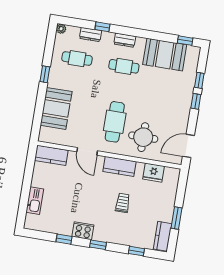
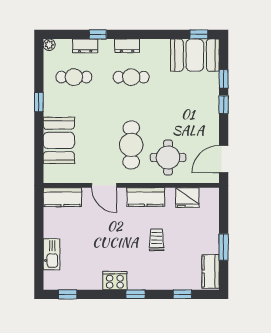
booth: (165, 55) -> (195, 55), moved
window: (64, 239) -> (68, 294), moved

